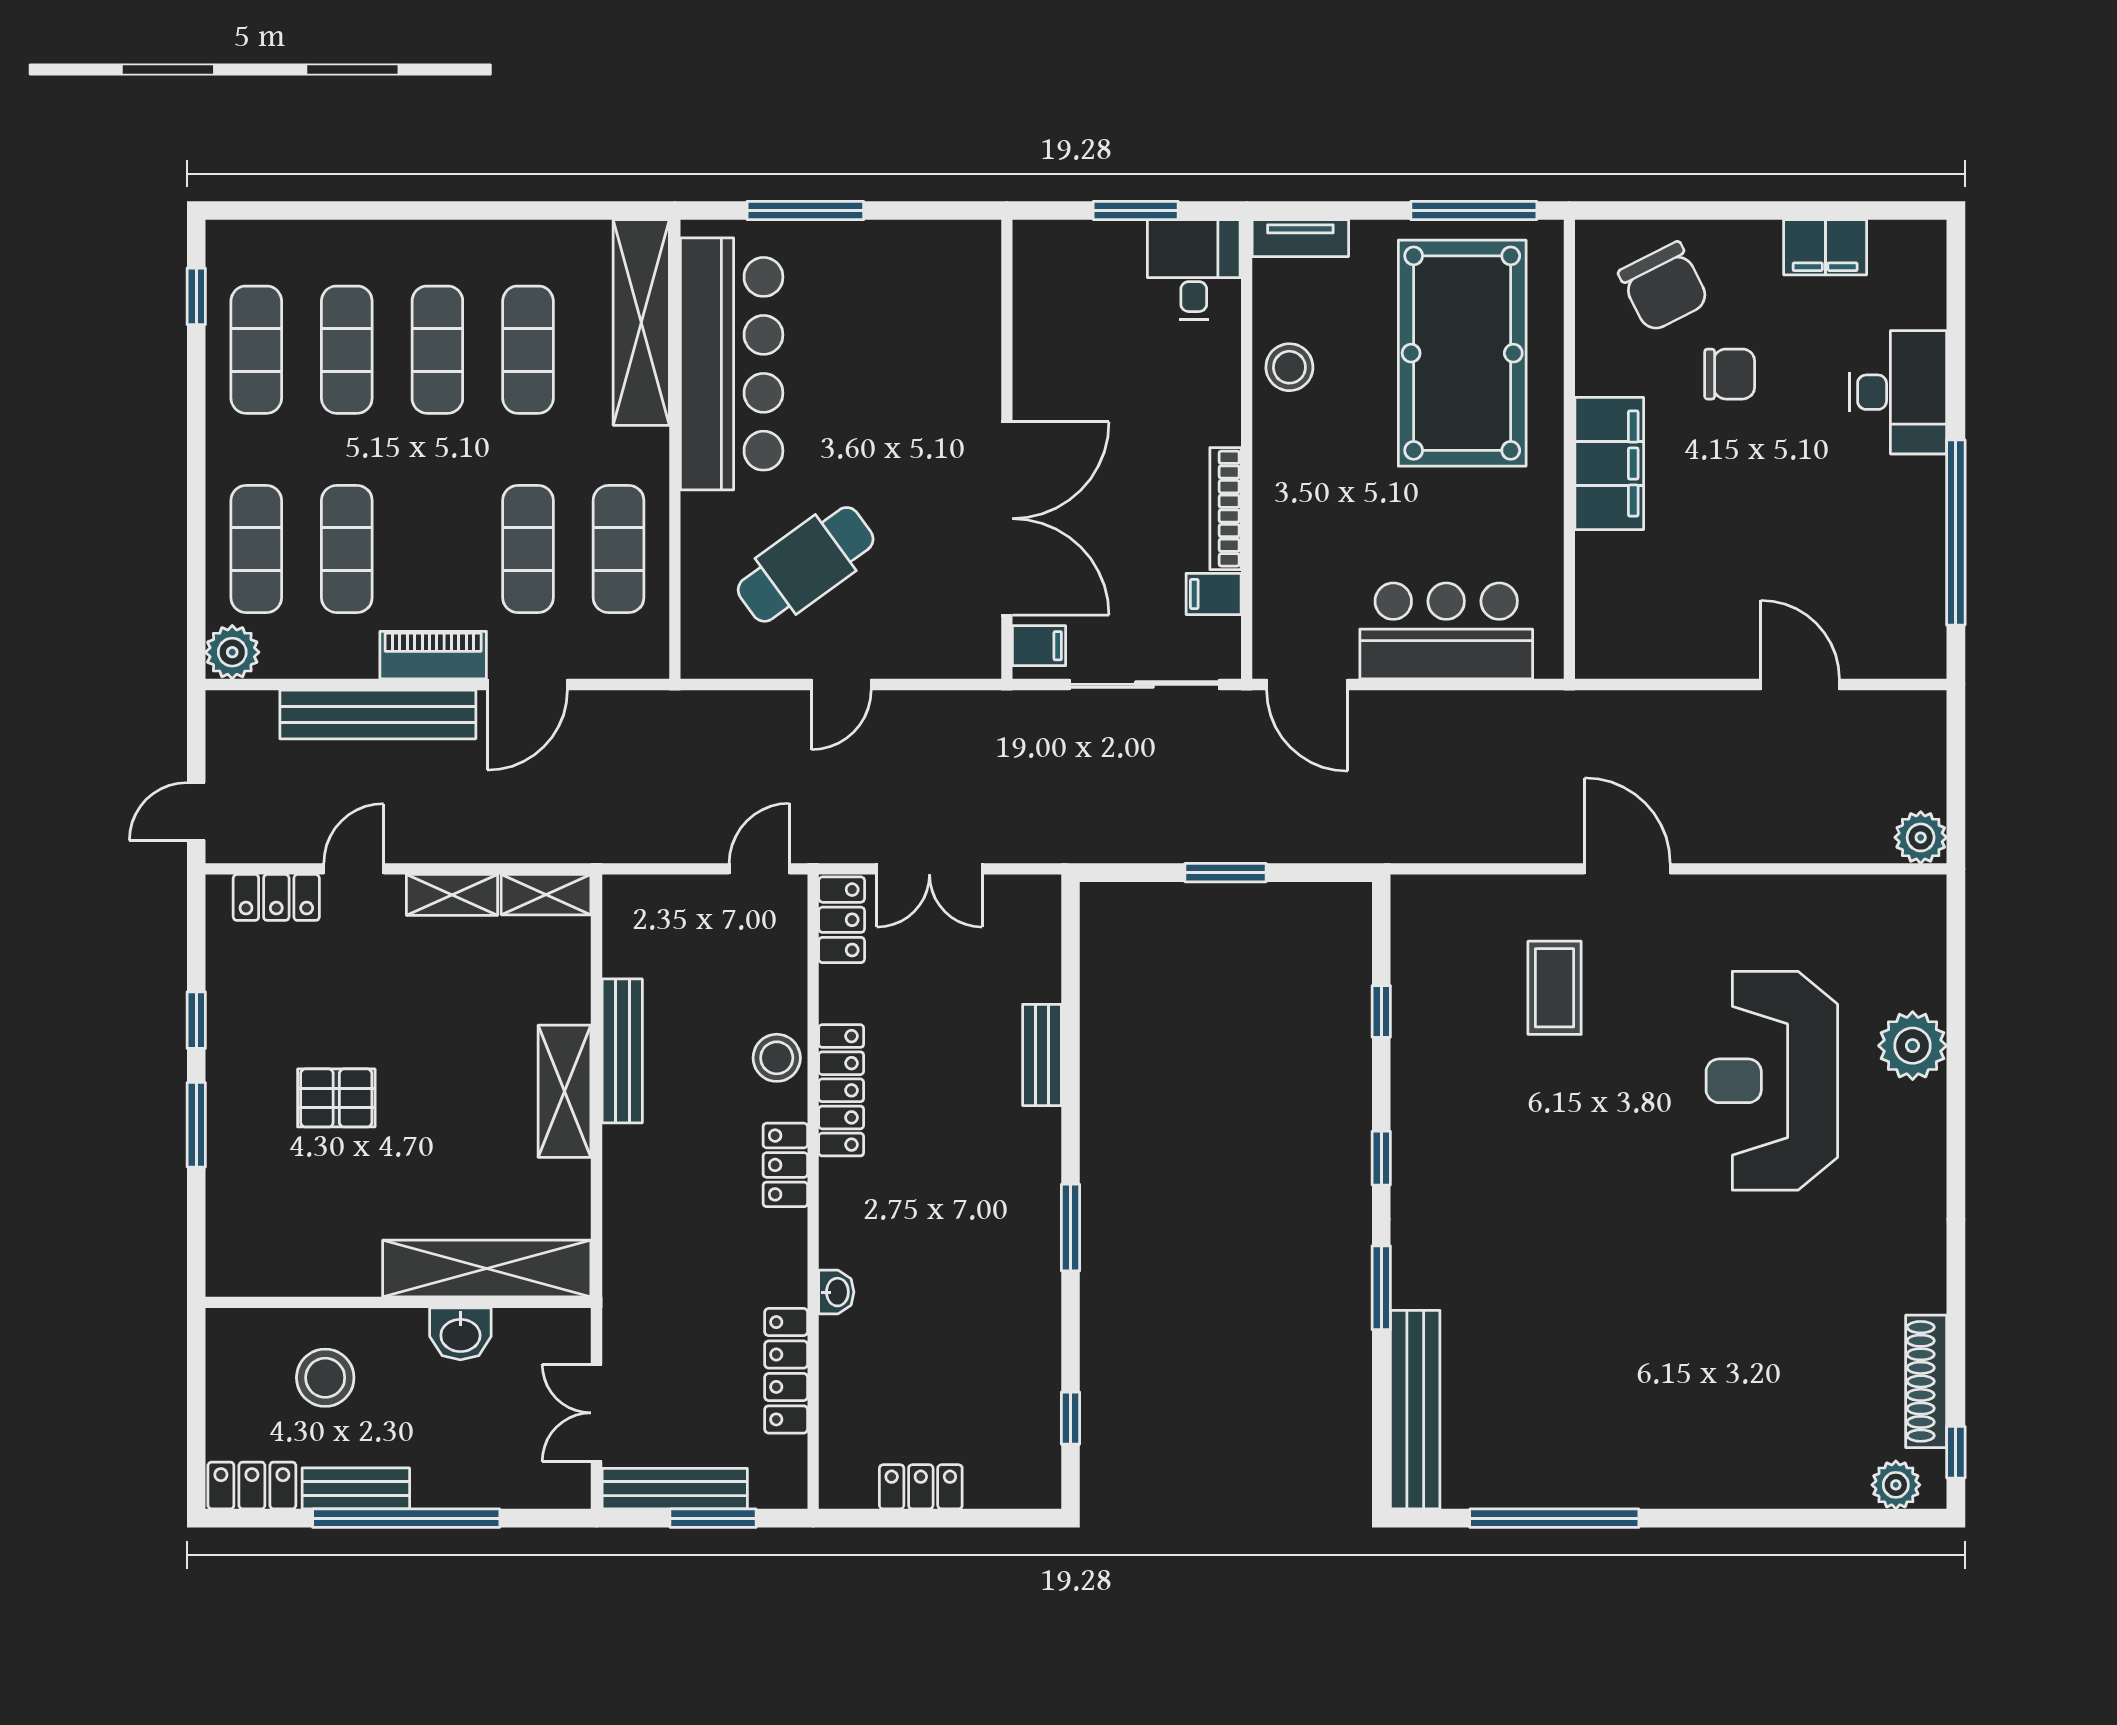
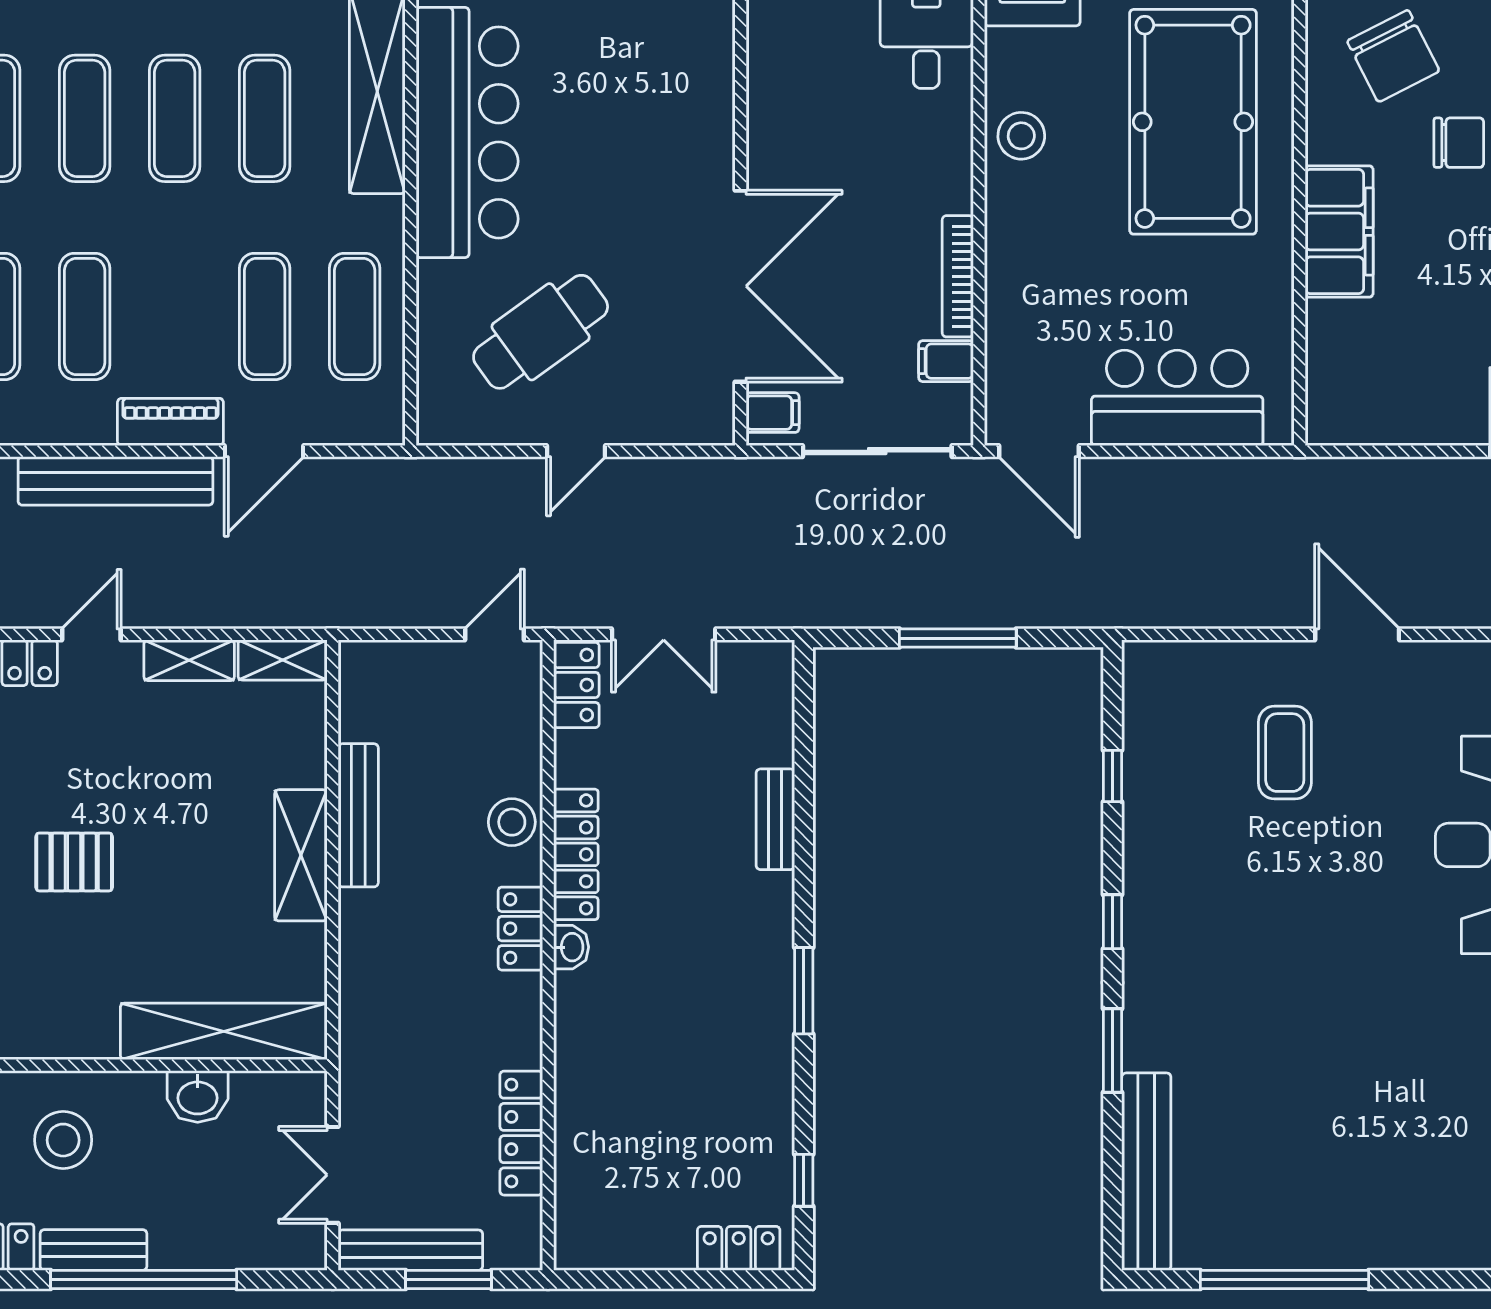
window: (1225, 873) -> (958, 638), width x1.44
washbasin: (836, 1292) -> (571, 947), moved
locker: (921, 1487) -> (739, 1248), moved

